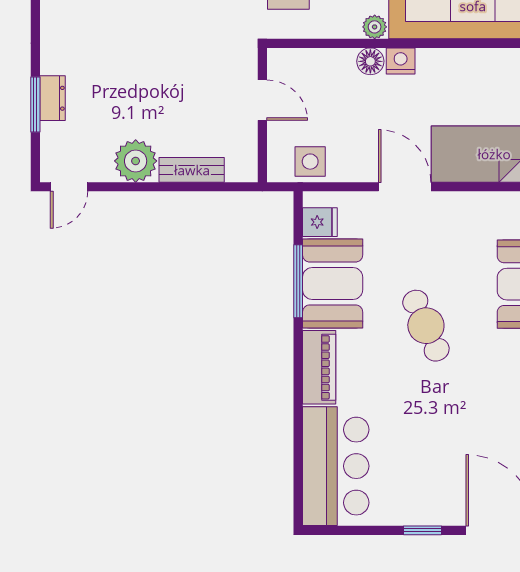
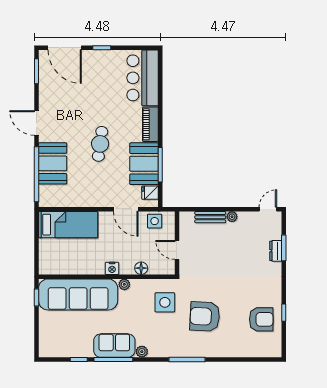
floor lamp: (370, 61) -> (141, 268), moved
plant: (136, 161) -> (232, 217), width x0.53, depth x0.53
door: (405, 187) -> (126, 209), moved
cafe table: (426, 326) -> (100, 144), turned 32

